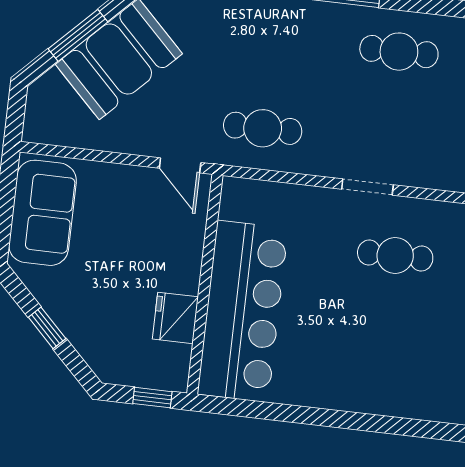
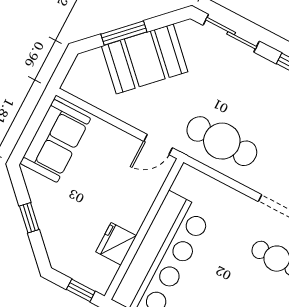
cafe table: (263, 128) -> (222, 141), width x1.37, depth x1.35
door: (180, 165) -> (158, 144), hinge flipped

